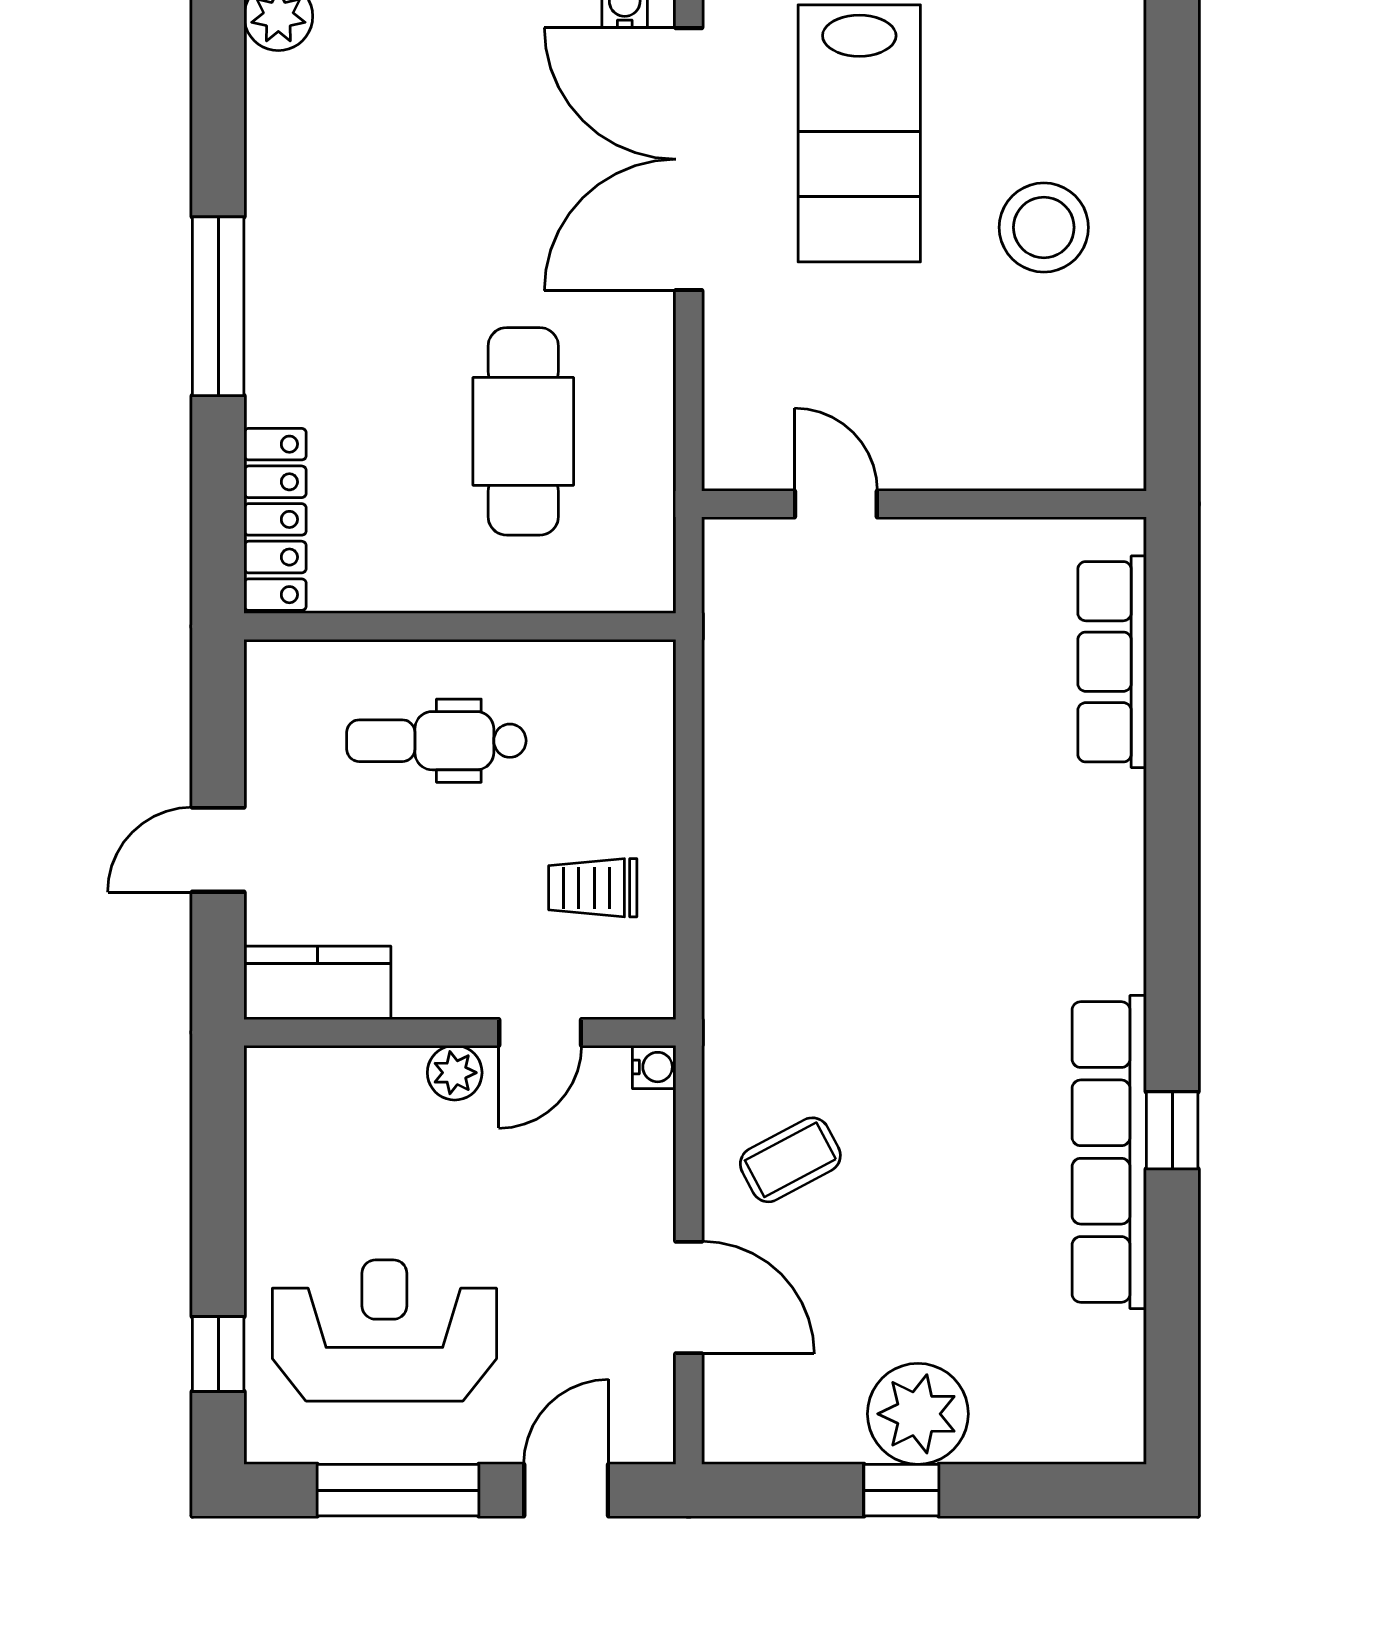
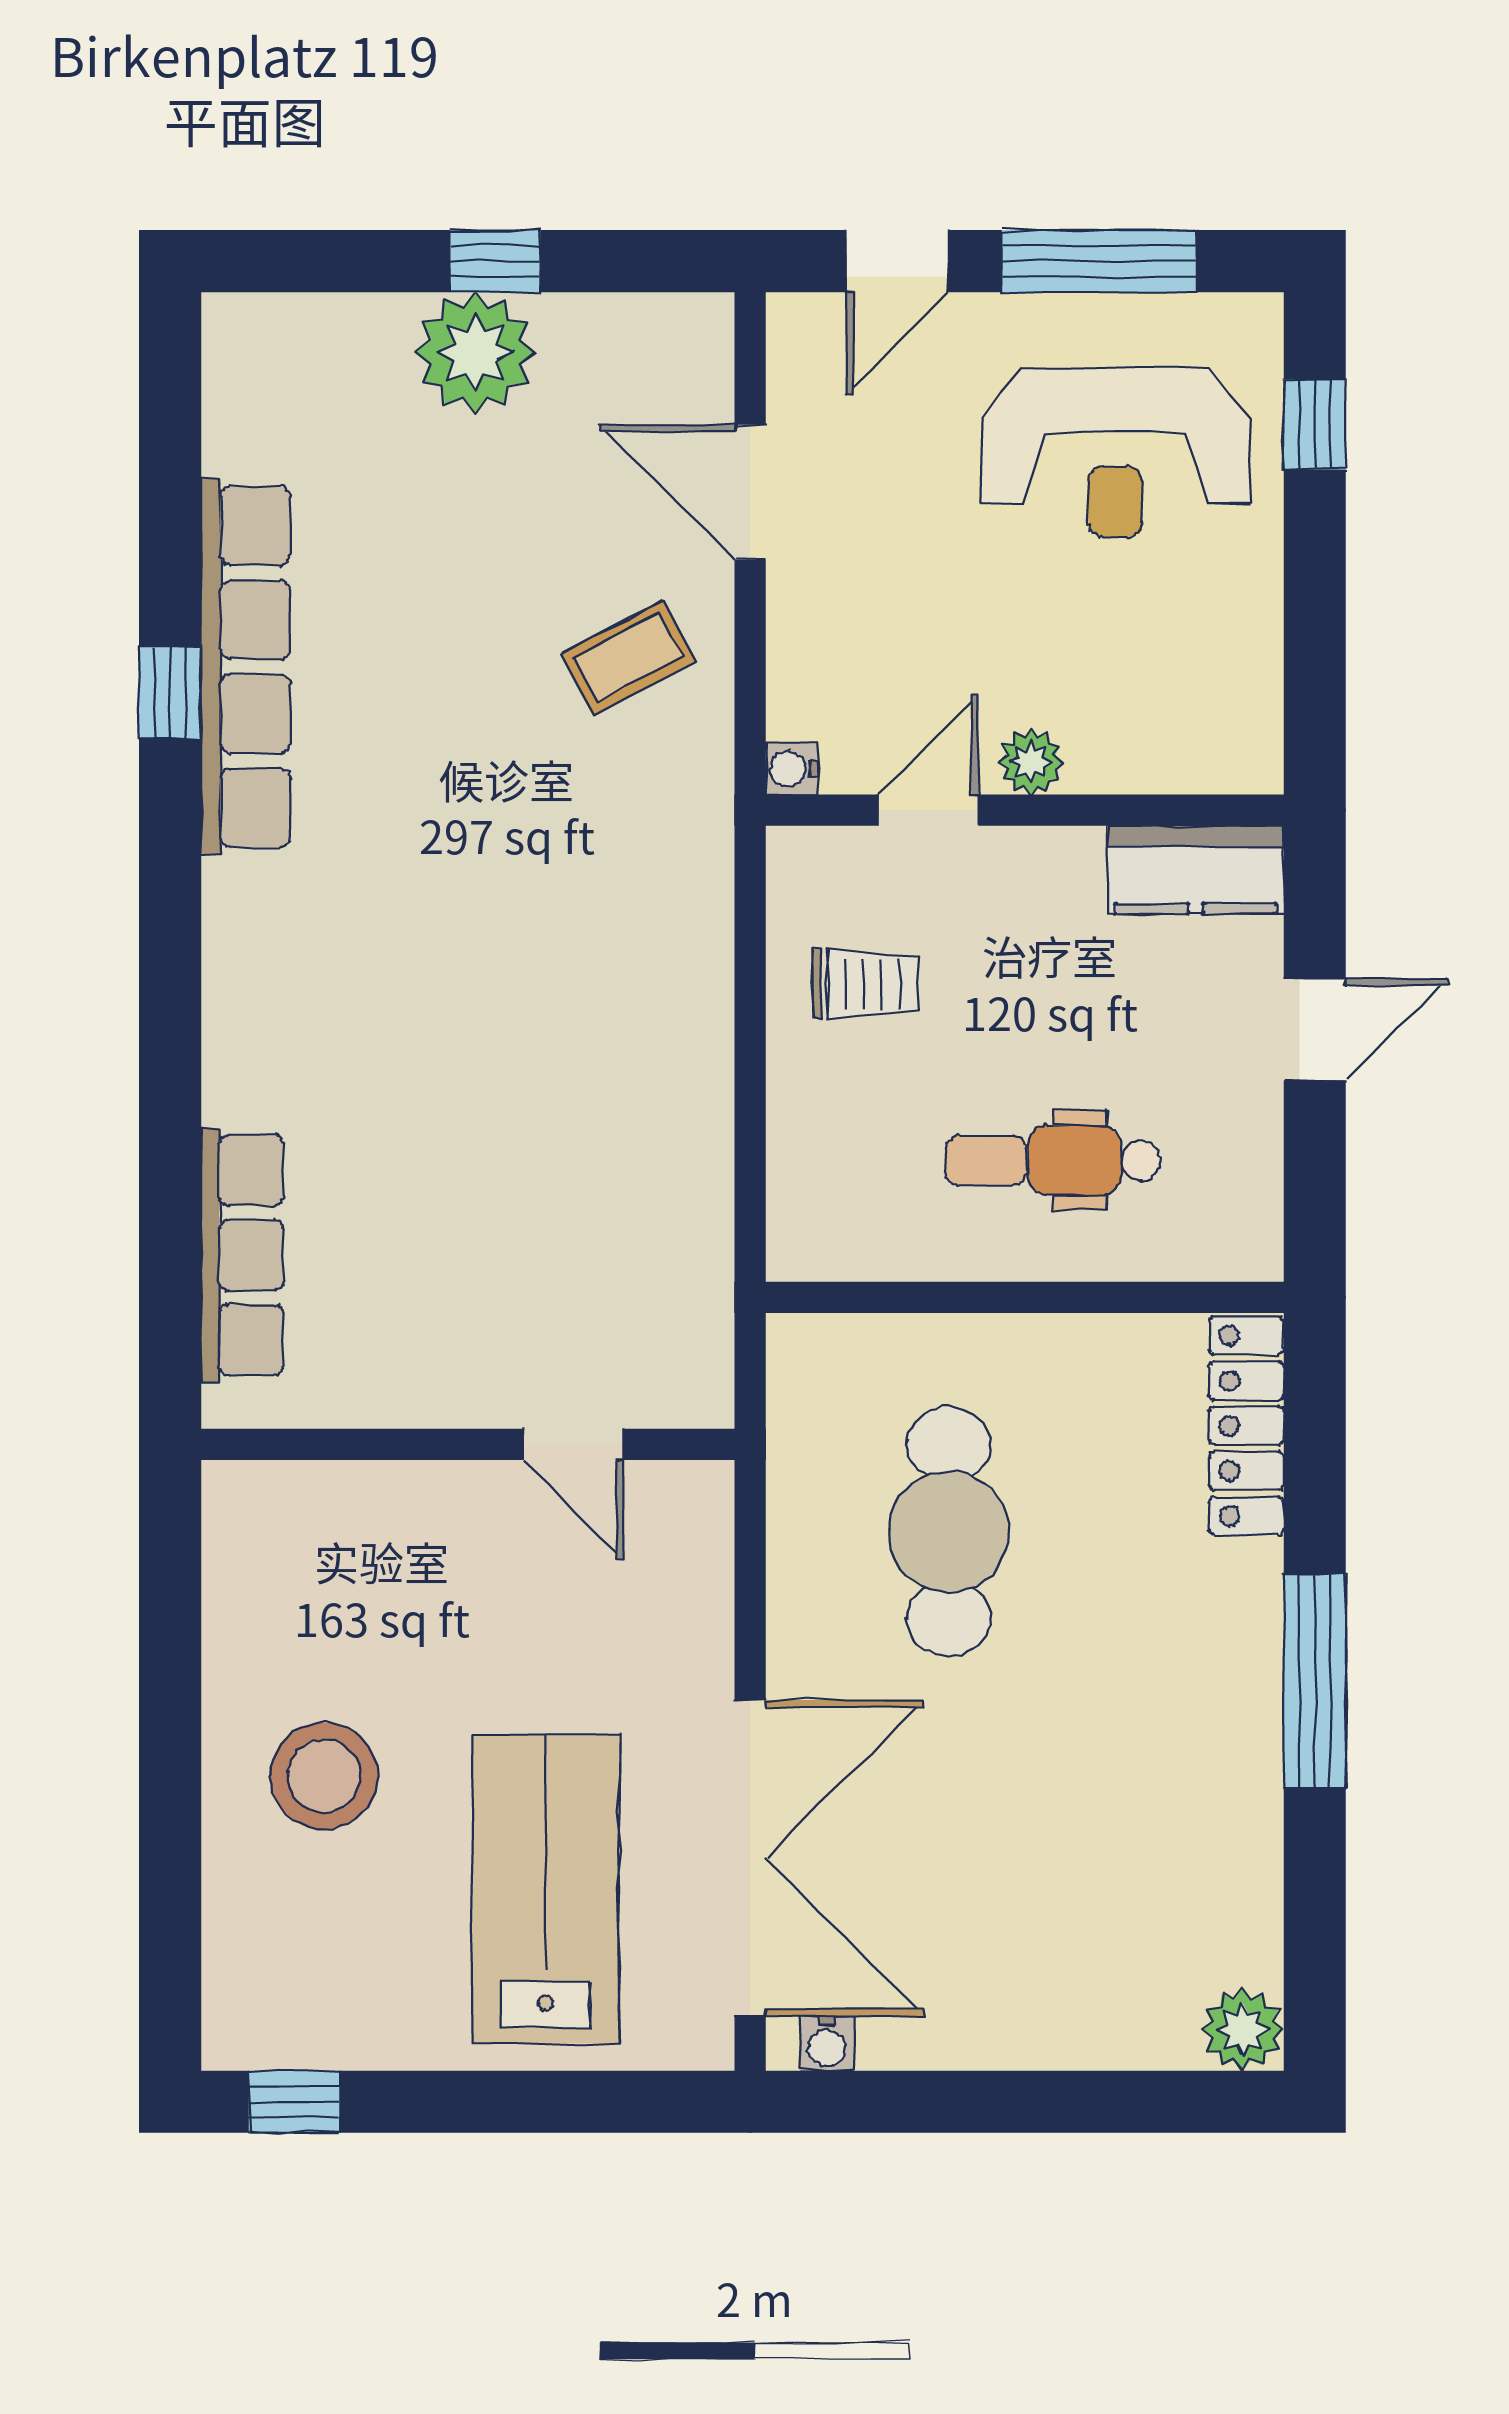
dental chair: (436, 741) -> (1053, 1160), turned 180

